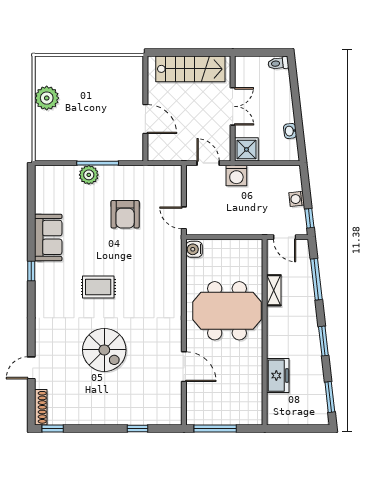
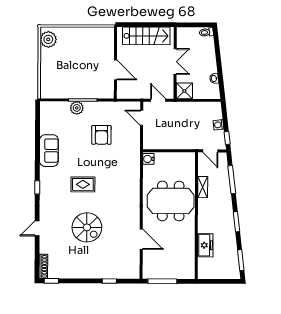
plant: (47, 98) -> (48, 39), moved
washing machine: (236, 176) -> (177, 109), removed
door: (184, 218) -> (142, 118), moved
window: (31, 271) -> (37, 187), moved
door: (31, 368) -> (37, 228), moved

